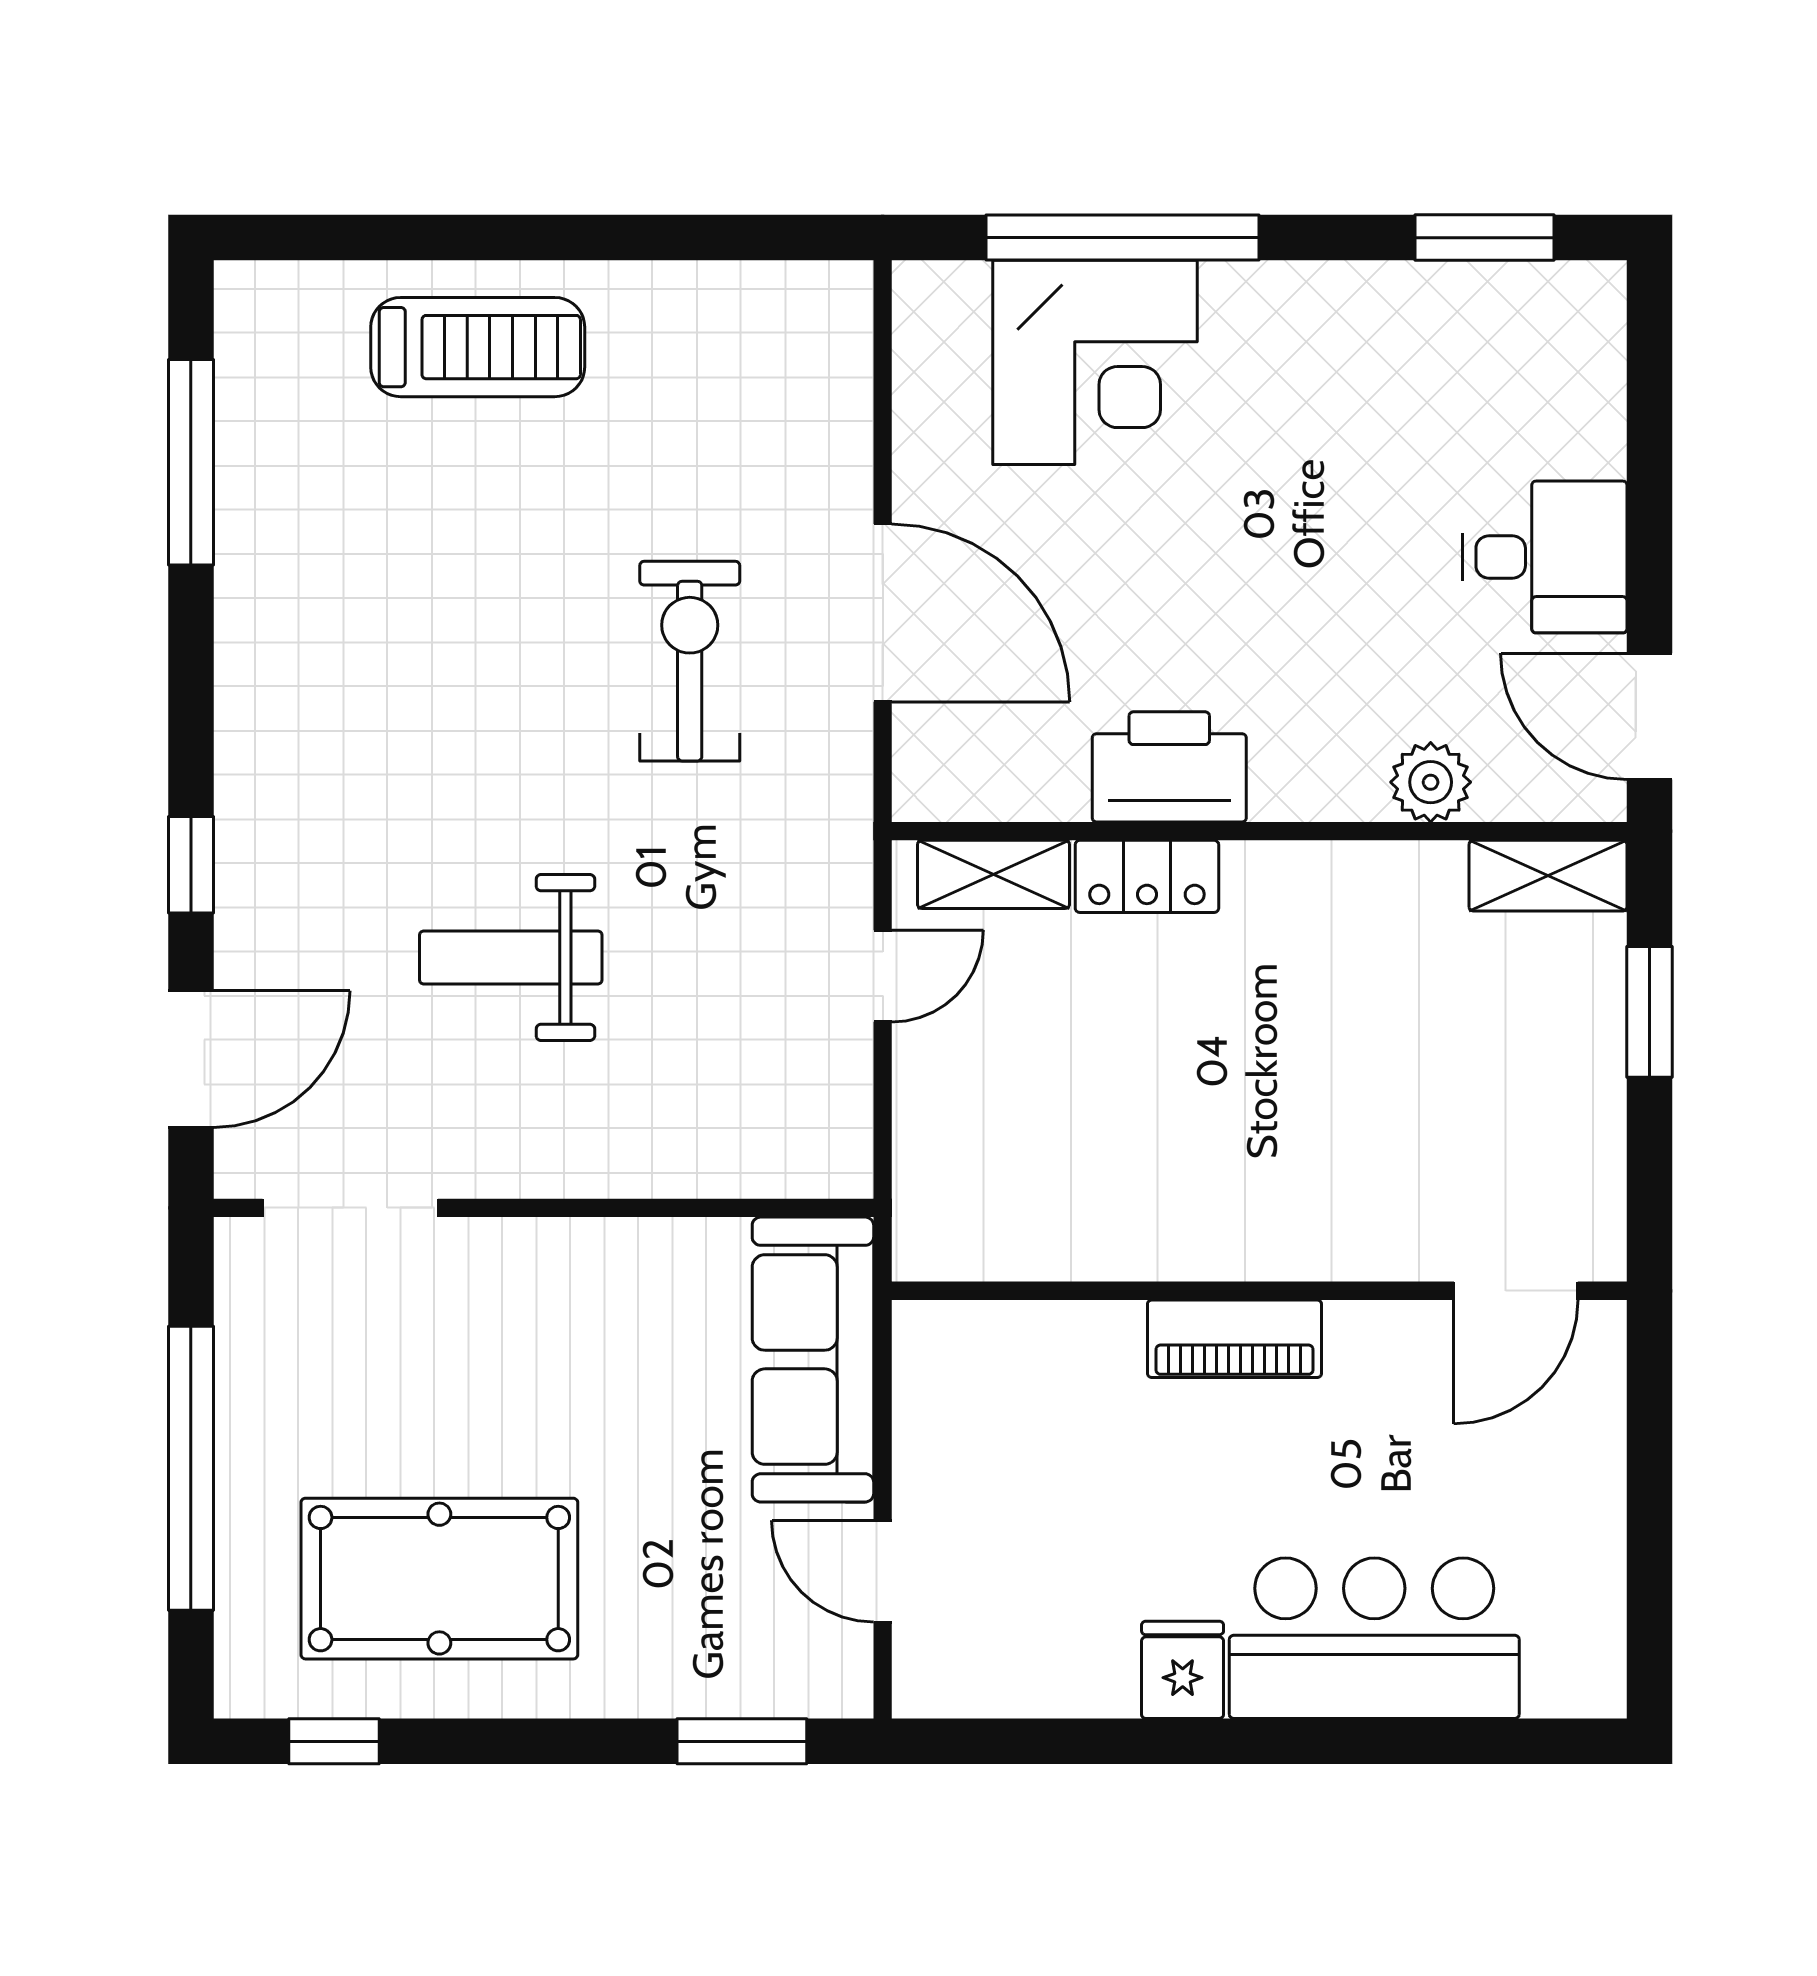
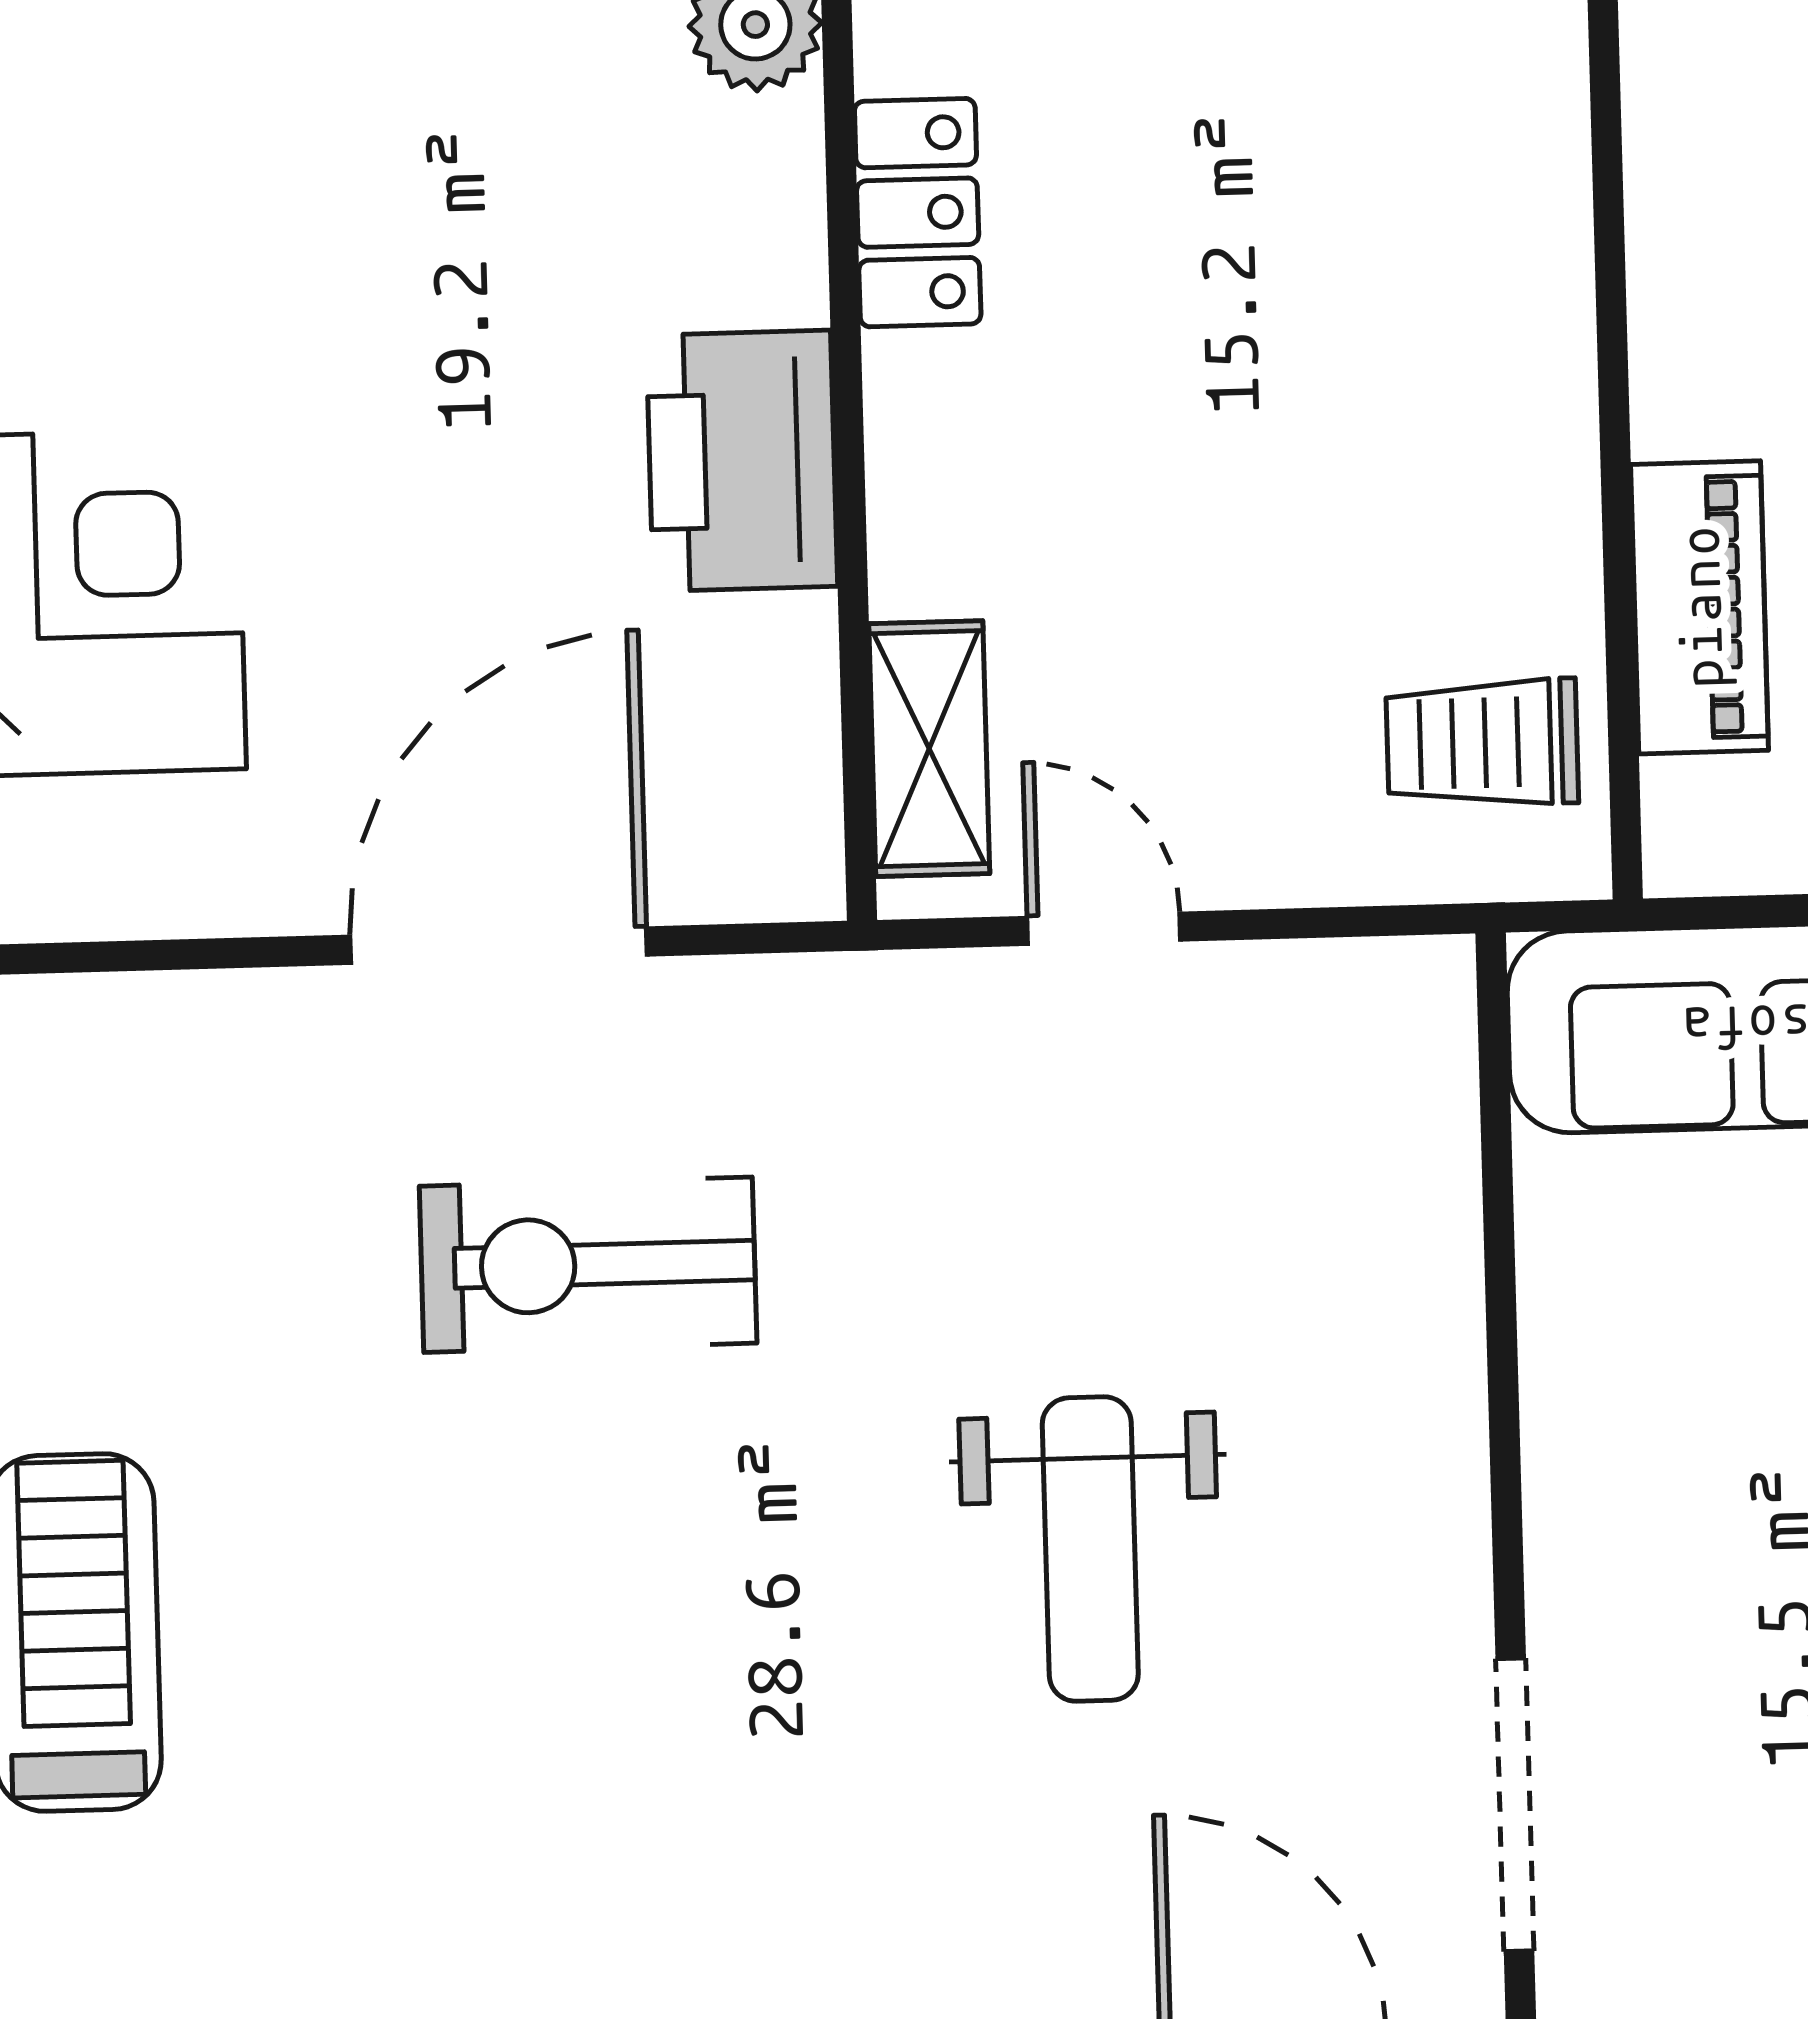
locker: (1147, 876) -> (918, 213), moved
trolley: (988, 1206) -> (1482, 743), added
piano: (1234, 1339) -> (1700, 607), moved

